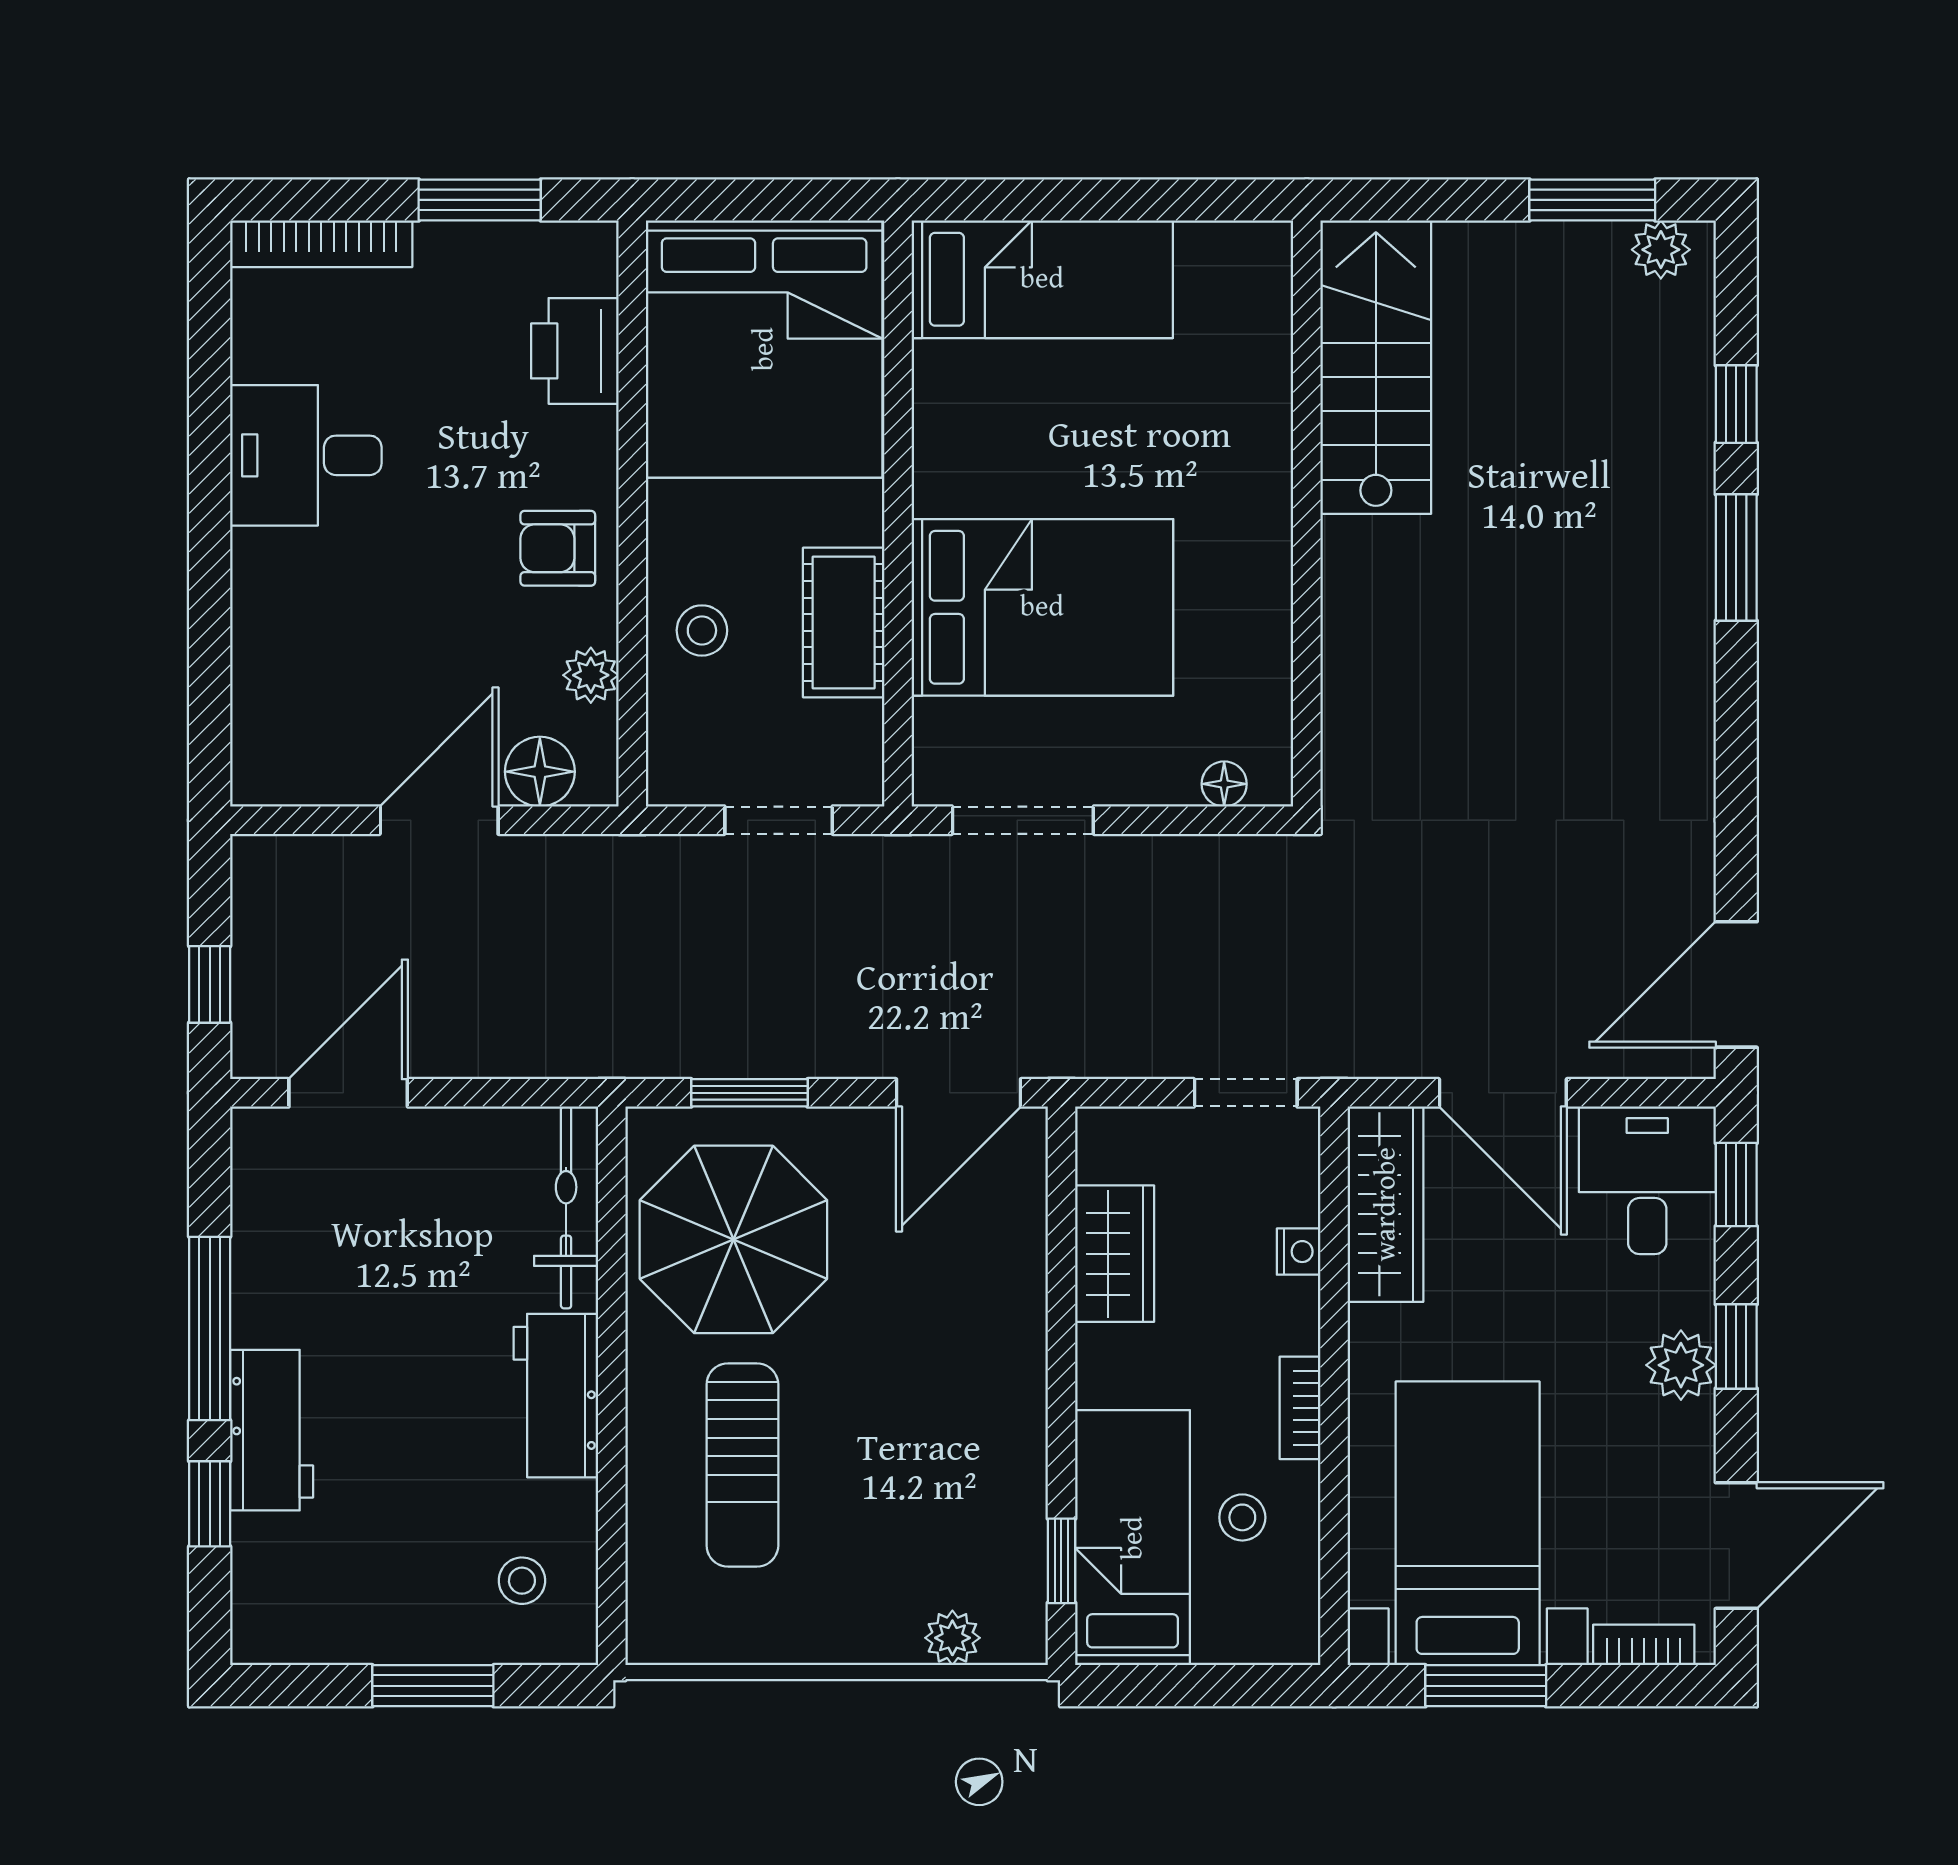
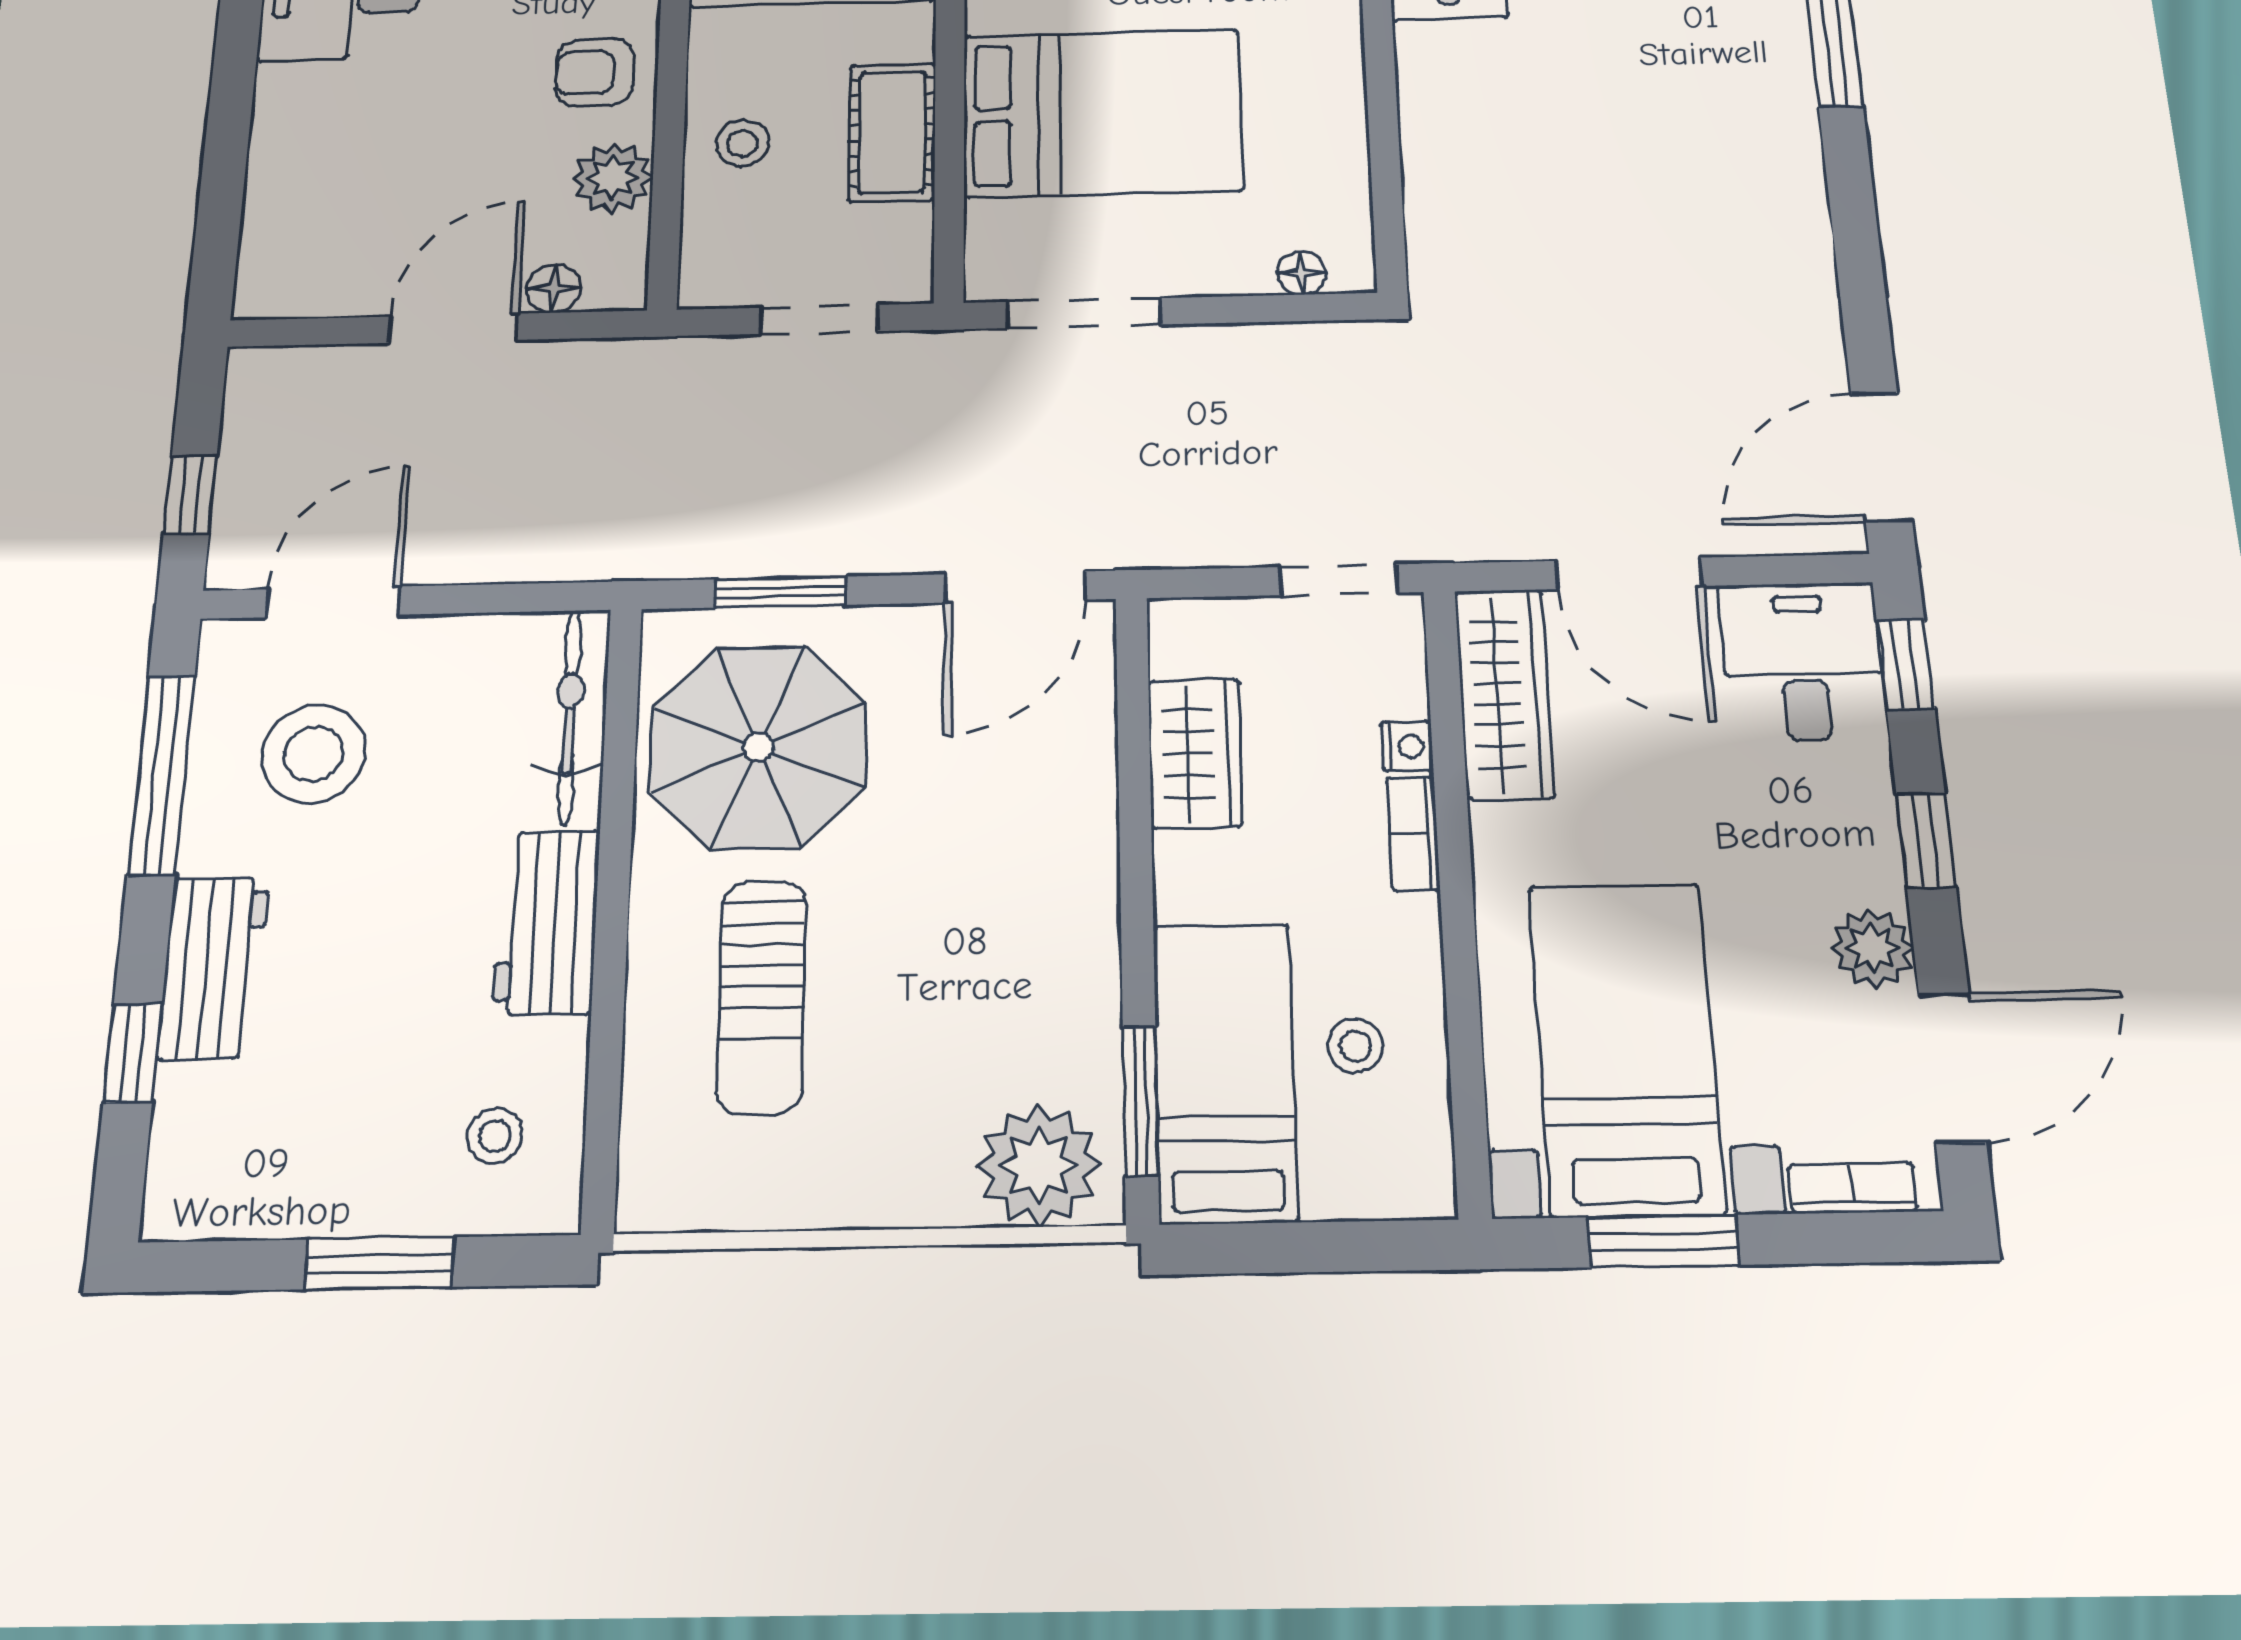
plant: (591, 675) -> (613, 178), width x1.38, depth x1.38
floor lamp: (540, 772) -> (554, 288), width x0.73, depth x0.73
stool: (342, 1237) -> (314, 754), added
window: (210, 1329) -> (161, 774), moved
plant: (1681, 1365) -> (1872, 948), moved
bookcase: (1300, 1408) -> (1413, 834), moved
window: (1061, 1561) -> (1140, 1101), width x1.50
plant: (952, 1638) -> (1039, 1165), width x1.87, depth x1.87

